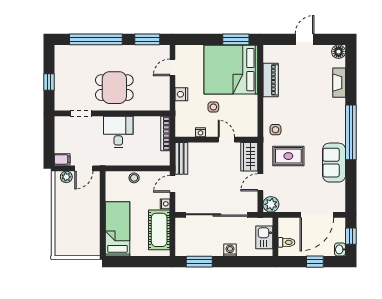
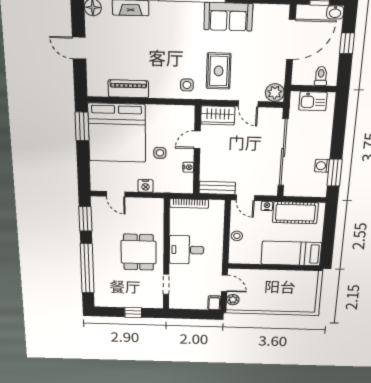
door: (317, 215) -> (291, 39), hinge flipped
washing machine: (230, 250) -> (322, 166), moved

